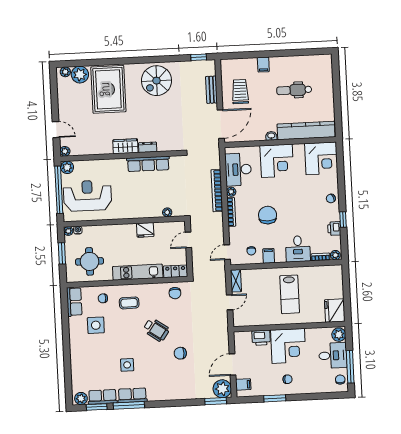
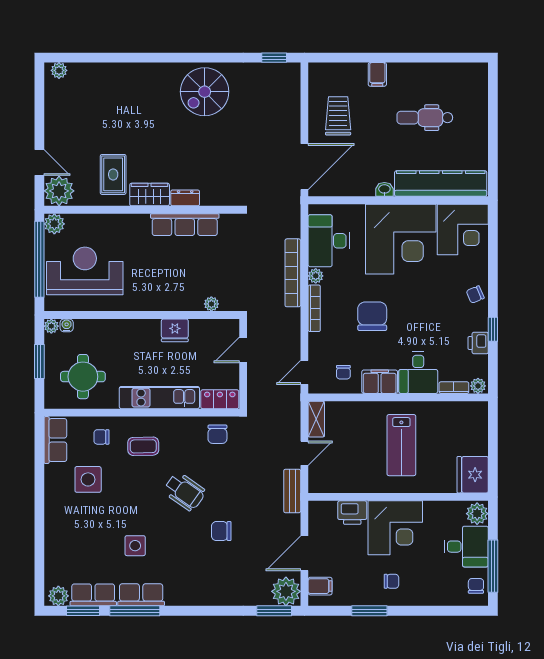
plant: (80, 75) -> (82, 76), removed
rug: (108, 89) -> (113, 174), moved, width x0.54, depth x0.49
bench: (212, 90) -> (292, 491), moved
plant: (65, 151) -> (59, 191), width x1.88, depth x1.88
corner desk: (277, 161) -> (401, 239), width x1.36, depth x1.36
filing cabinet: (269, 256) -> (380, 382), width x2.00

